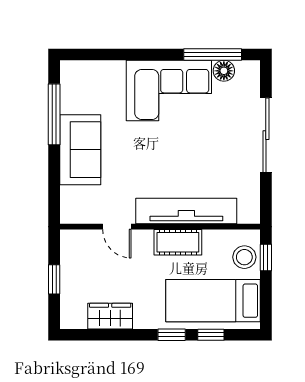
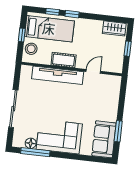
window: (54, 114) -> (118, 131), width x0.69
sofa: (80, 150) -> (104, 139), moved
door: (117, 227) -> (93, 71), hinge flipped
window: (266, 258) -> (22, 35), moved
wardrobe: (110, 316) -> (114, 28), moved

